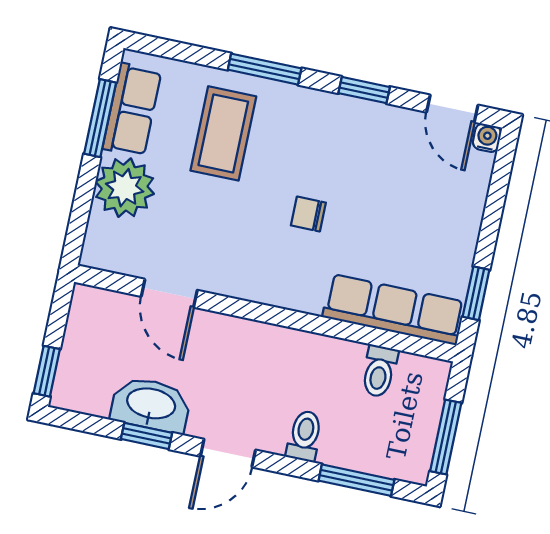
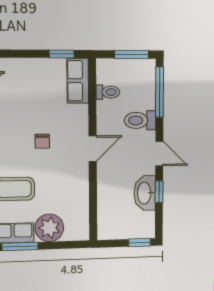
door: (169, 293) -> (93, 148), moved
row of seats: (394, 309) -> (78, 81), width x0.68
toilet: (305, 436) -> (140, 120), width x1.37, depth x1.39
window: (356, 480) -> (160, 92), width x1.44

